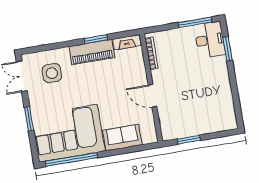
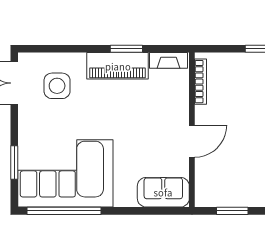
door: (152, 96) -> (192, 141), swing flipped
window: (29, 119) -> (14, 162), moved
sofa: (122, 138) -> (163, 192), moved

